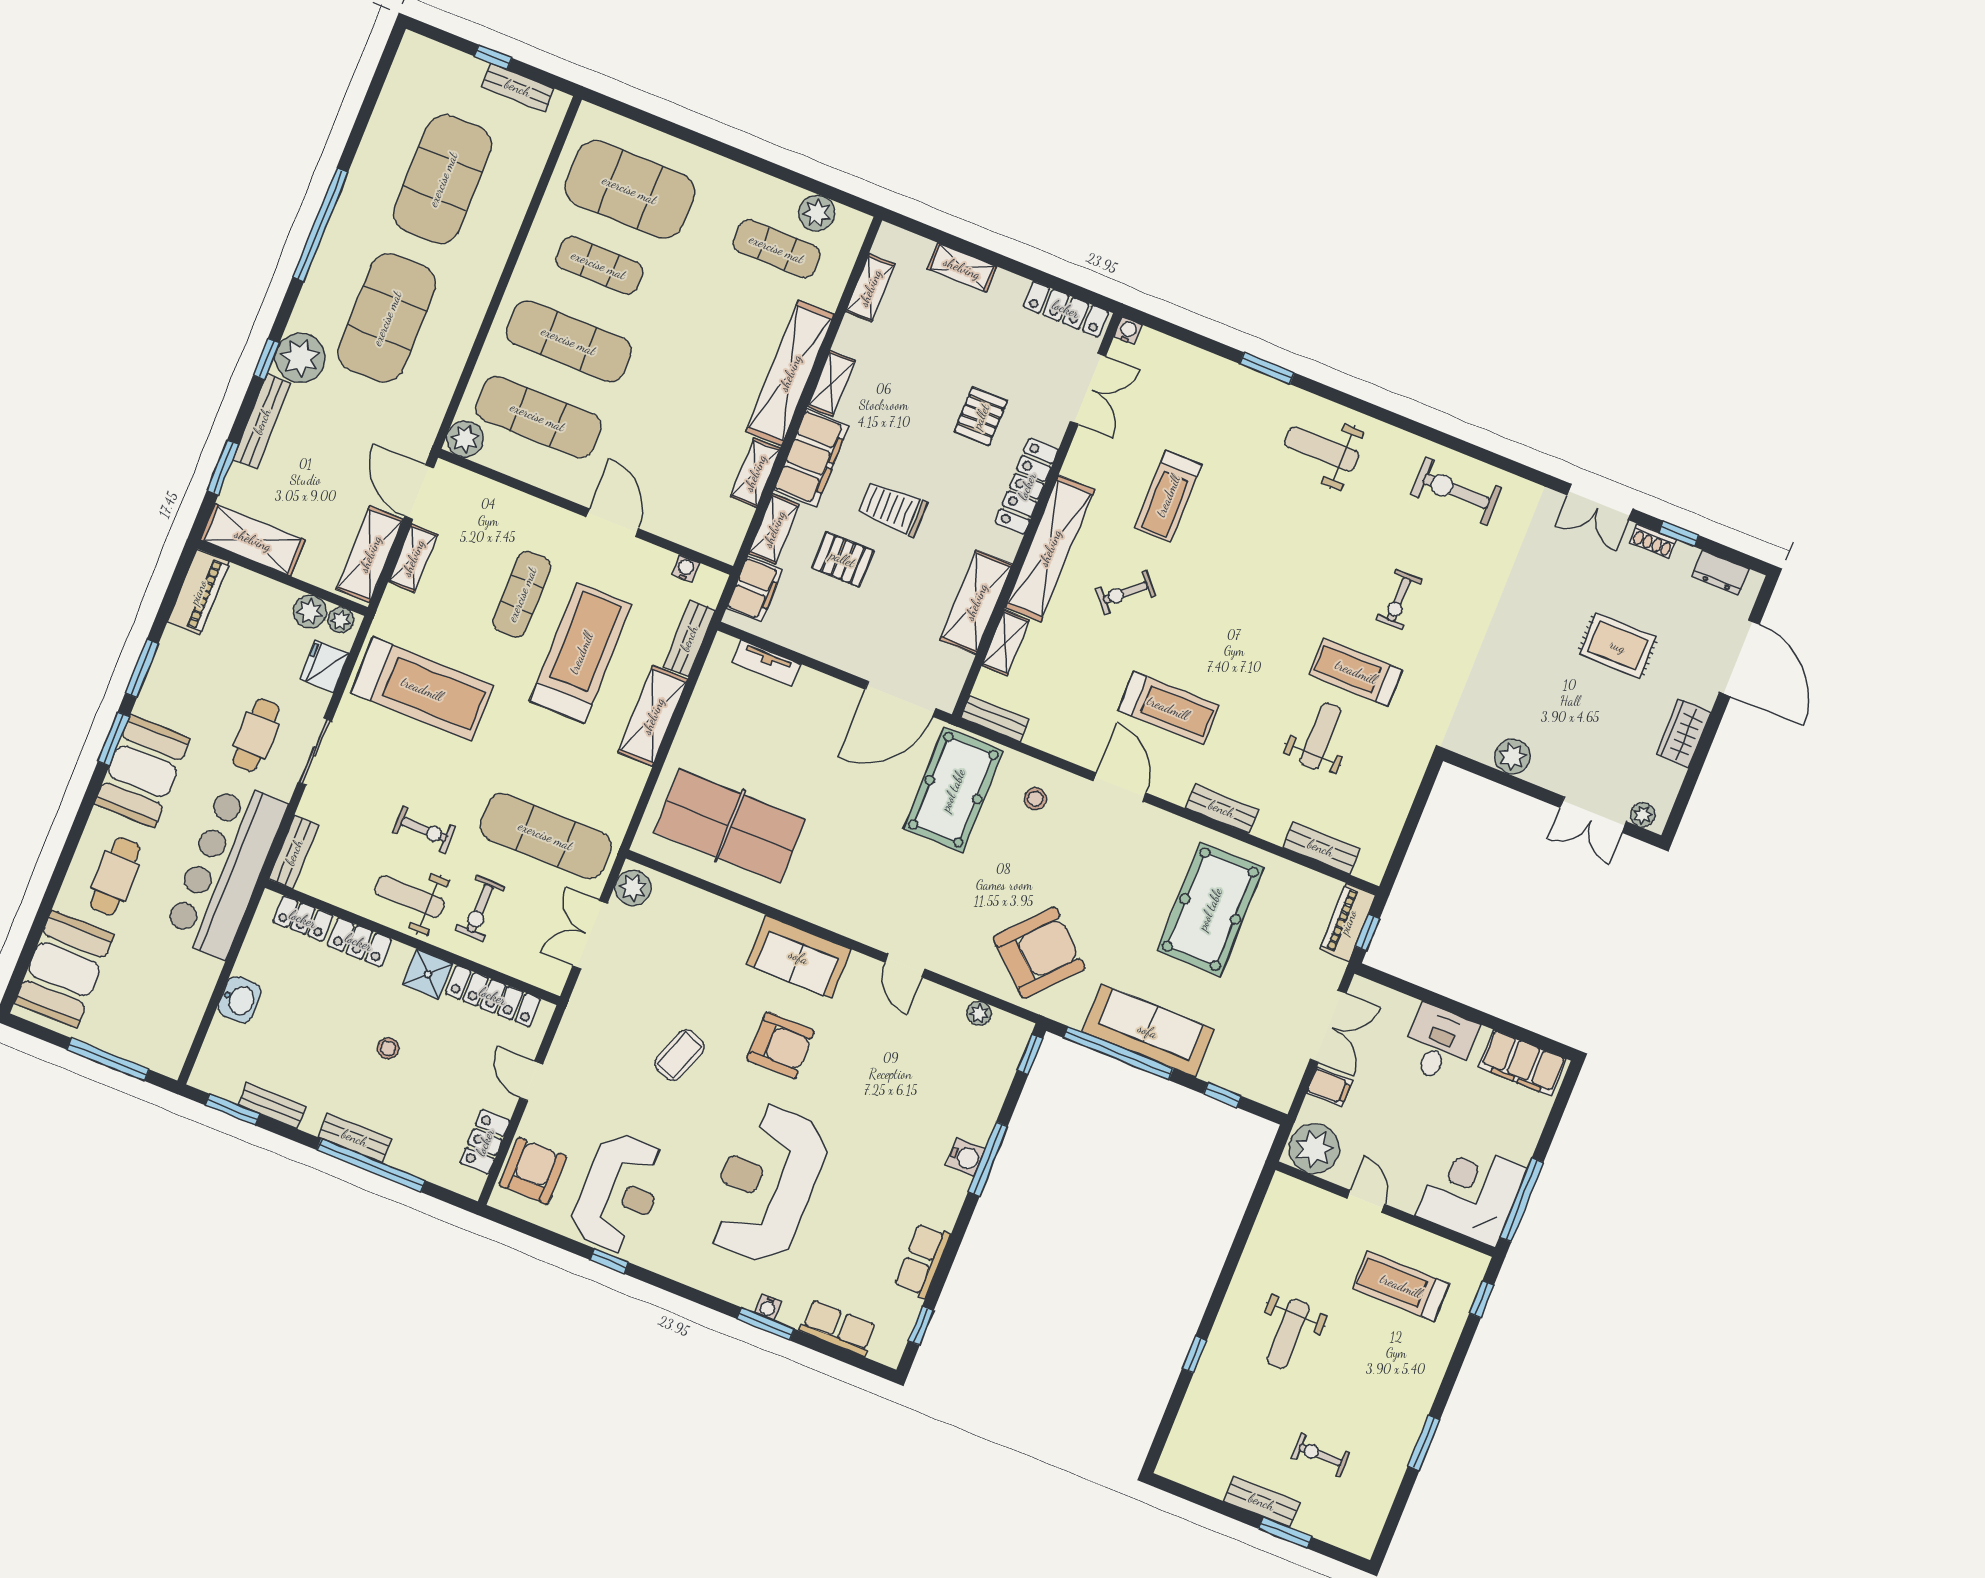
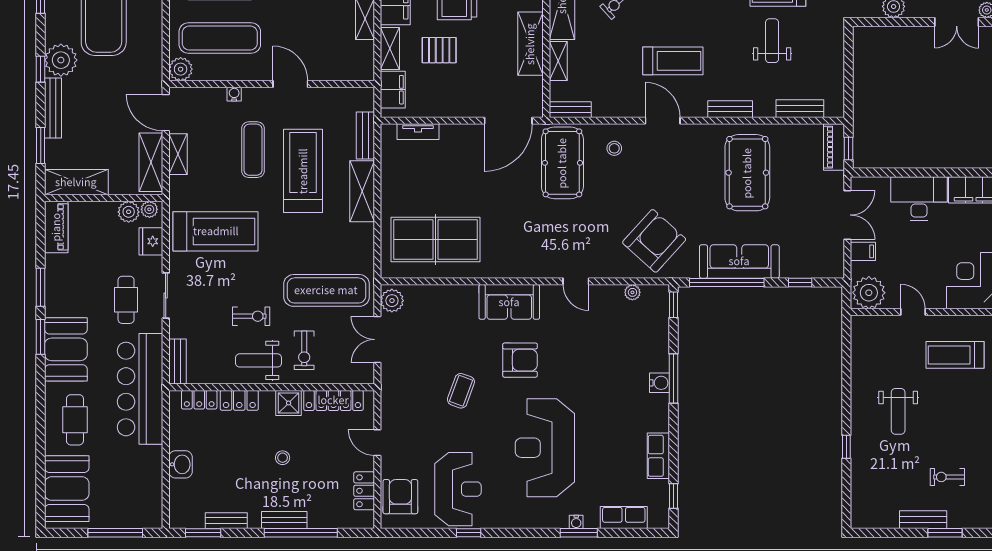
water cooler: (686, 569) -> (234, 94), moved
desk: (1439, 1044) -> (919, 199), width x1.37

